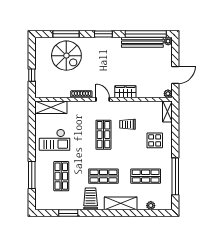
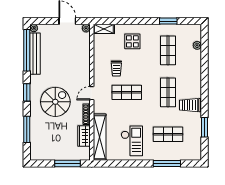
spiral stairs: (66, 56) -> (55, 102), moved
window: (32, 75) -> (68, 164), width x2.17
wardrobe: (125, 92) -> (84, 136), moved
shelving: (51, 107) -> (100, 137), width x1.47
window: (175, 176) -> (168, 21), width x0.47
shelving: (121, 203) -> (195, 75), removed

